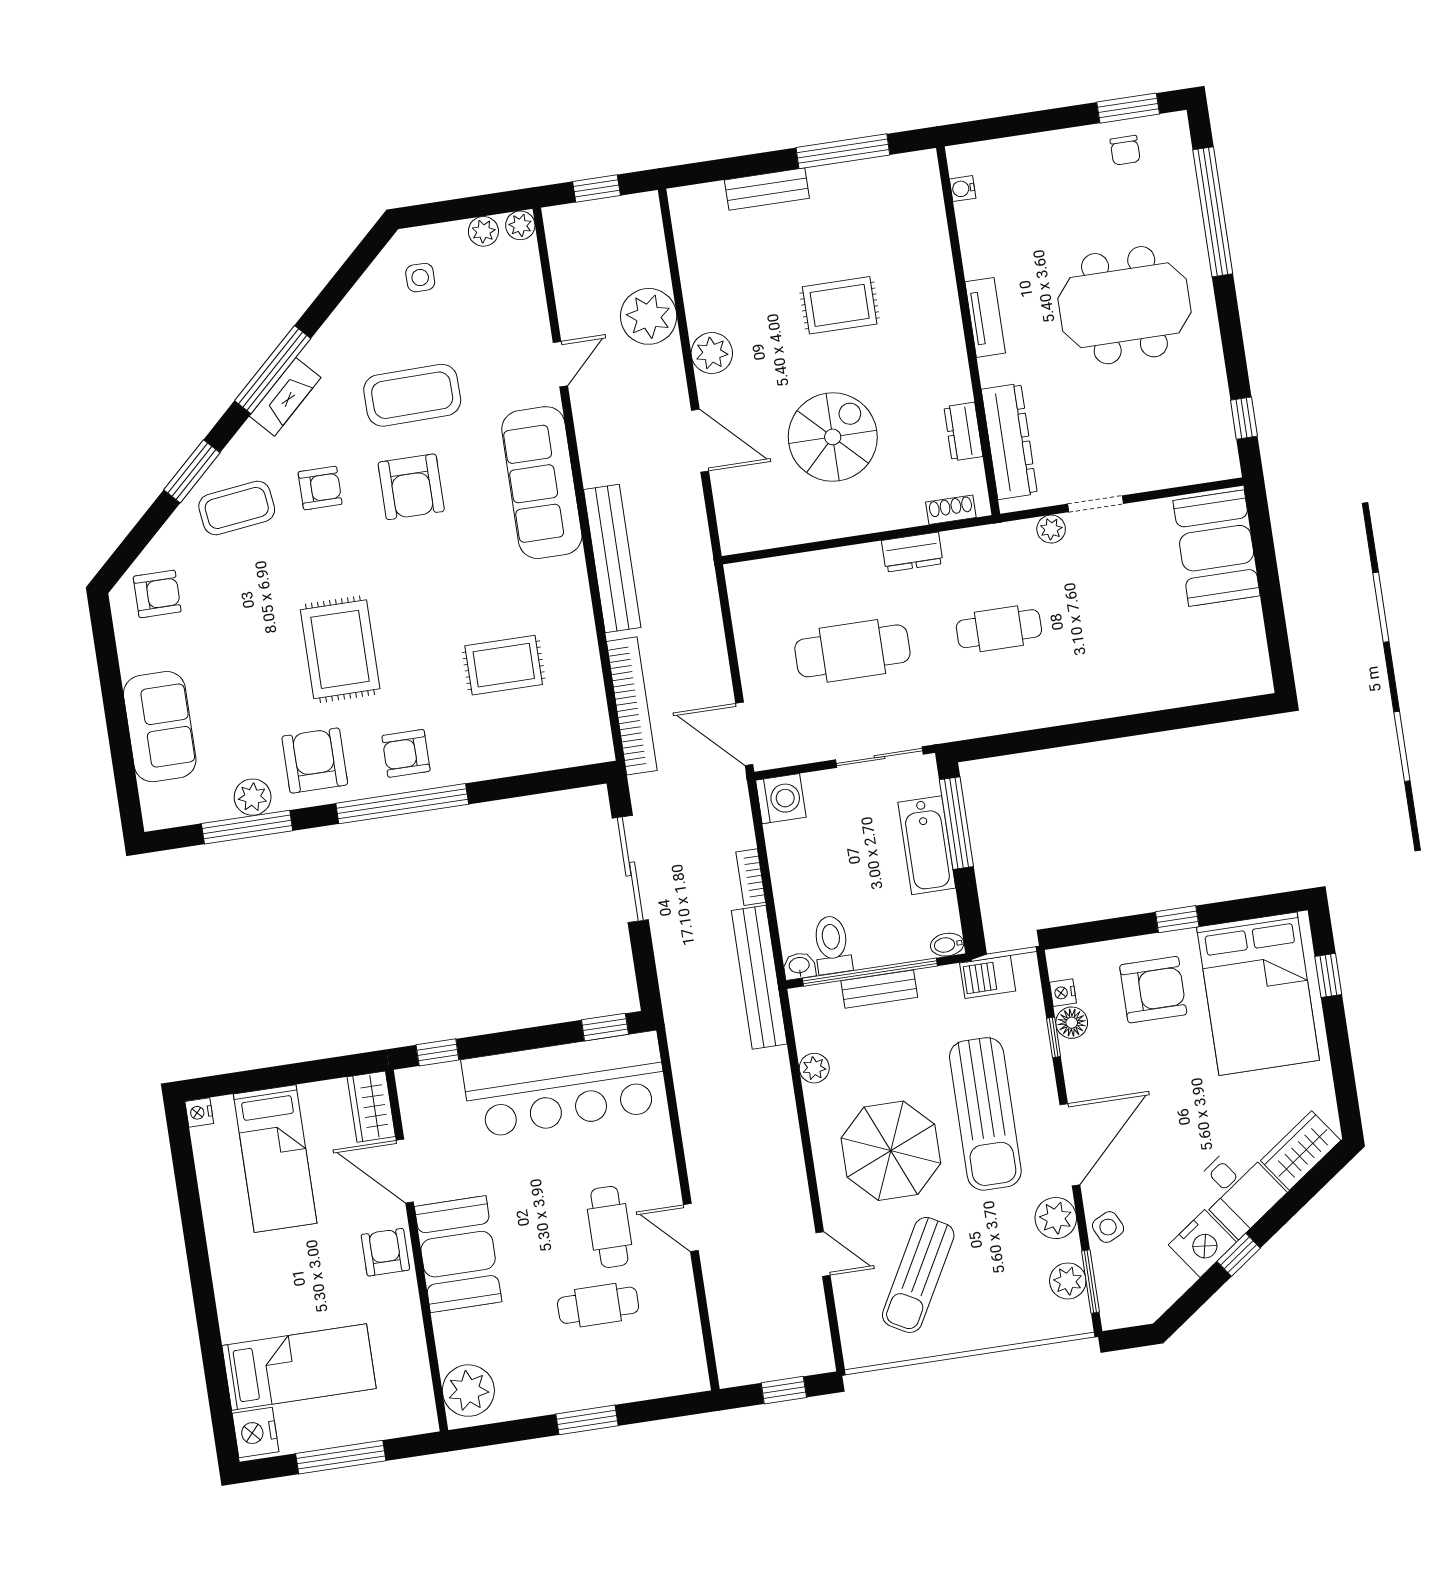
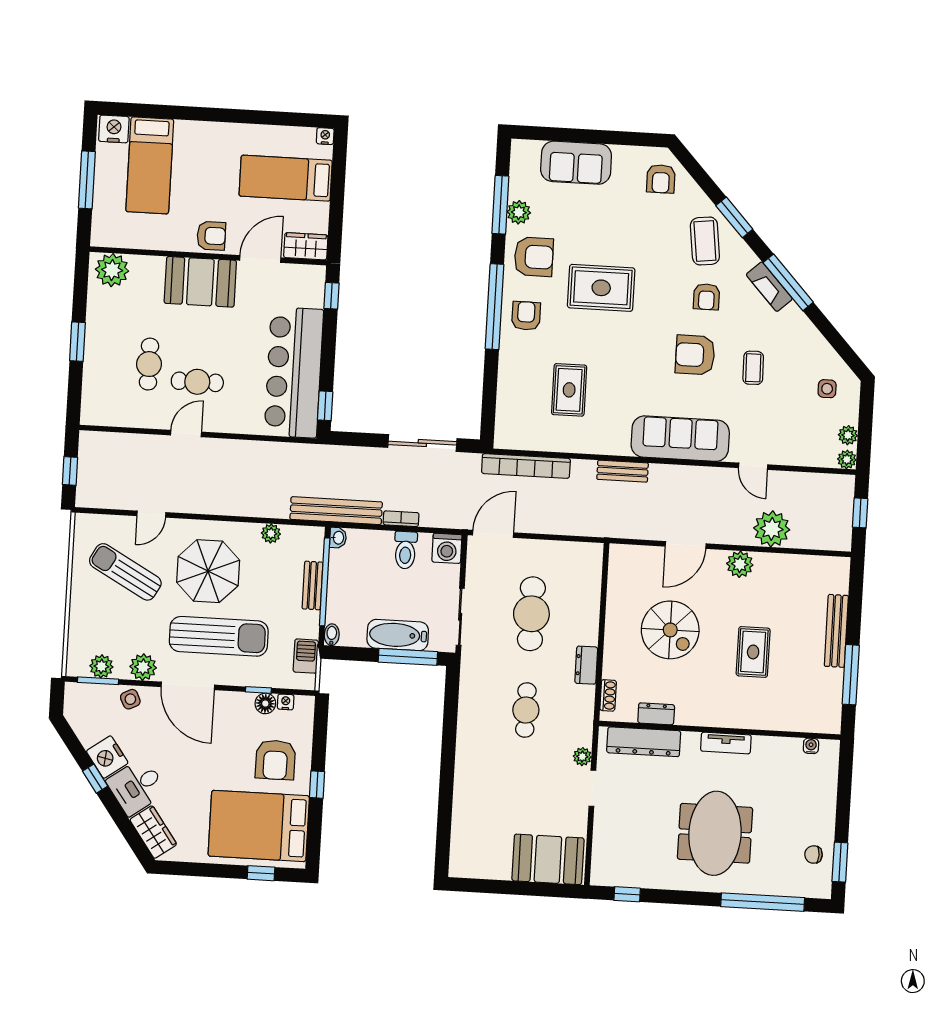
bench: (767, 189) -> (836, 631), width x1.36
coffee table: (412, 395) -> (753, 368), width x0.54, depth x0.58
bench: (612, 559) -> (623, 471), width x0.54, depth x0.82
toilet: (832, 945) -> (405, 550), moved, turned 90
sun lounger: (985, 1114) -> (219, 636), turned 180

